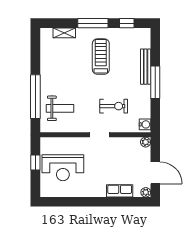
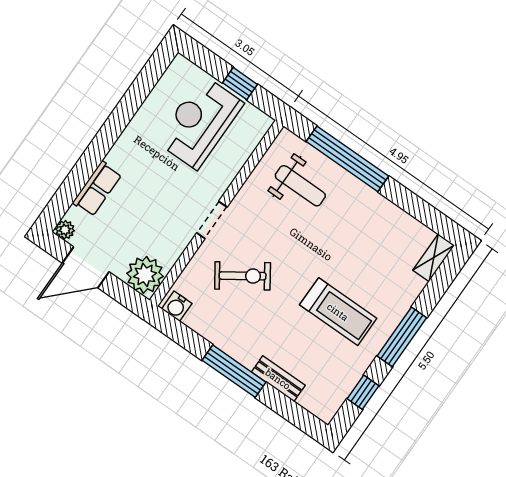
shelving: (64, 33) -> (434, 258), moved
bench: (146, 67) -> (278, 379), width x0.73
exercise bike: (114, 106) -> (243, 276), turned -124
weight bench: (60, 108) -> (300, 186), turned -90
plant: (146, 142) -> (145, 275), width x1.88, depth x1.88

